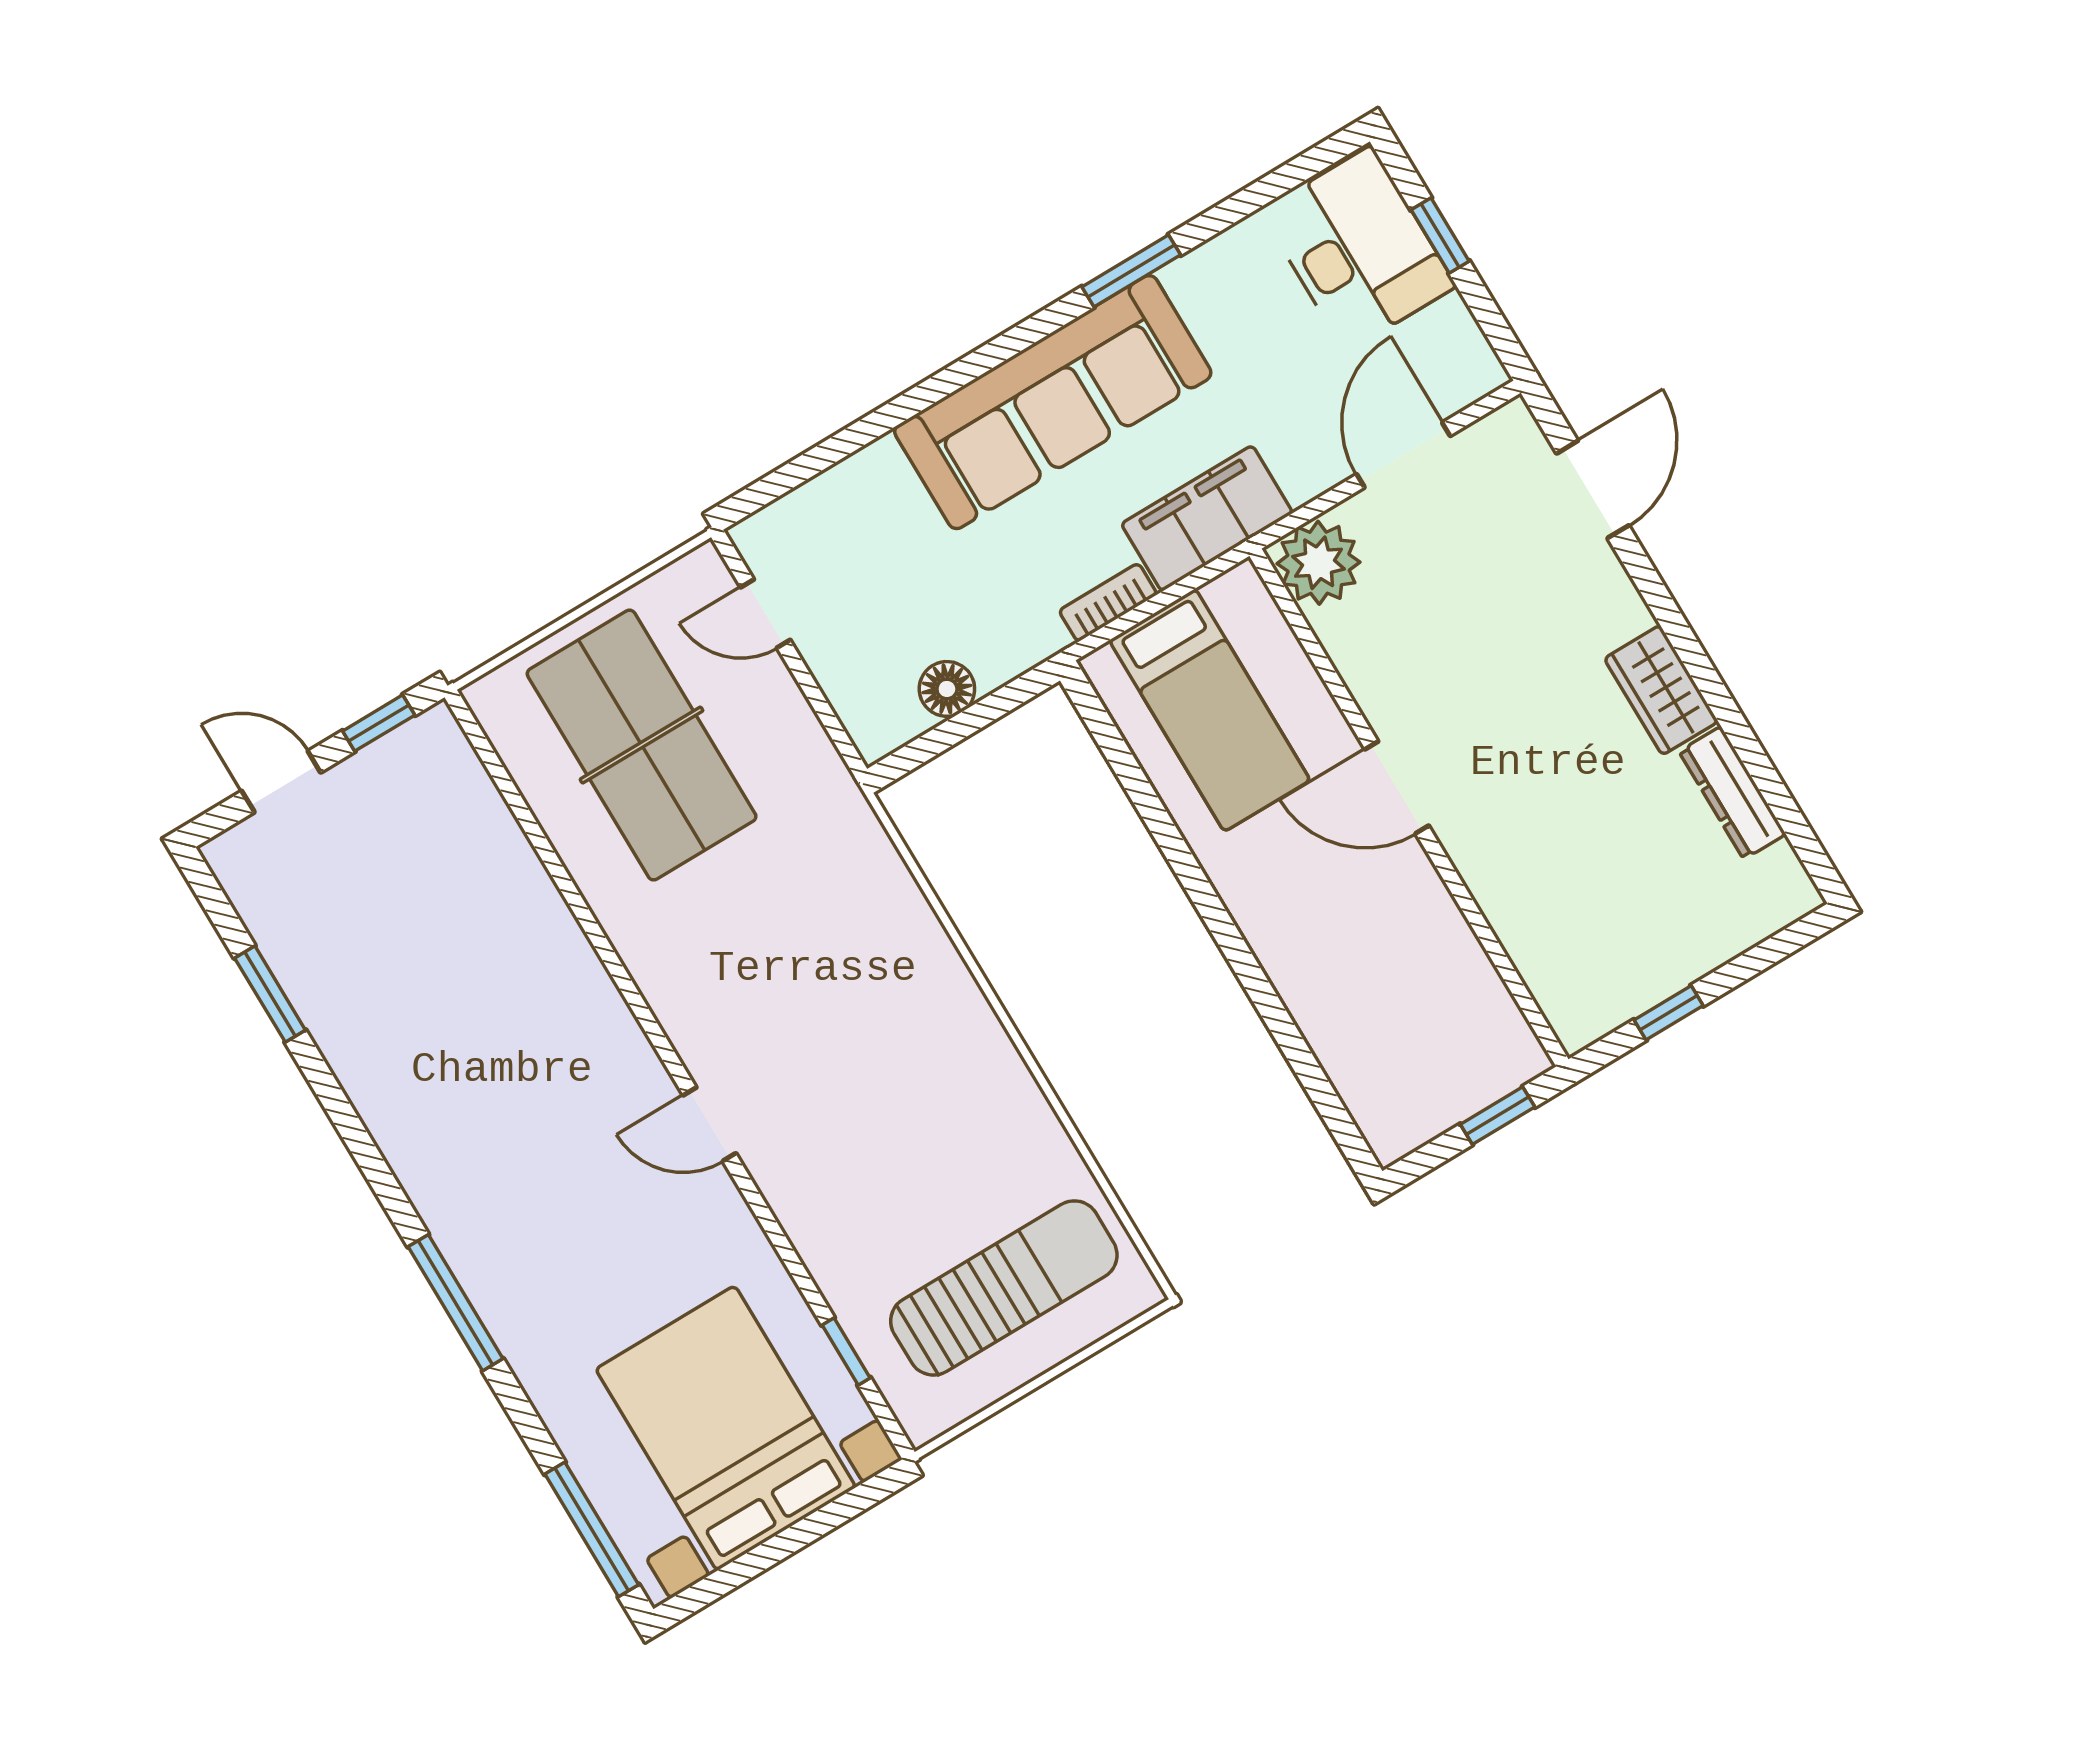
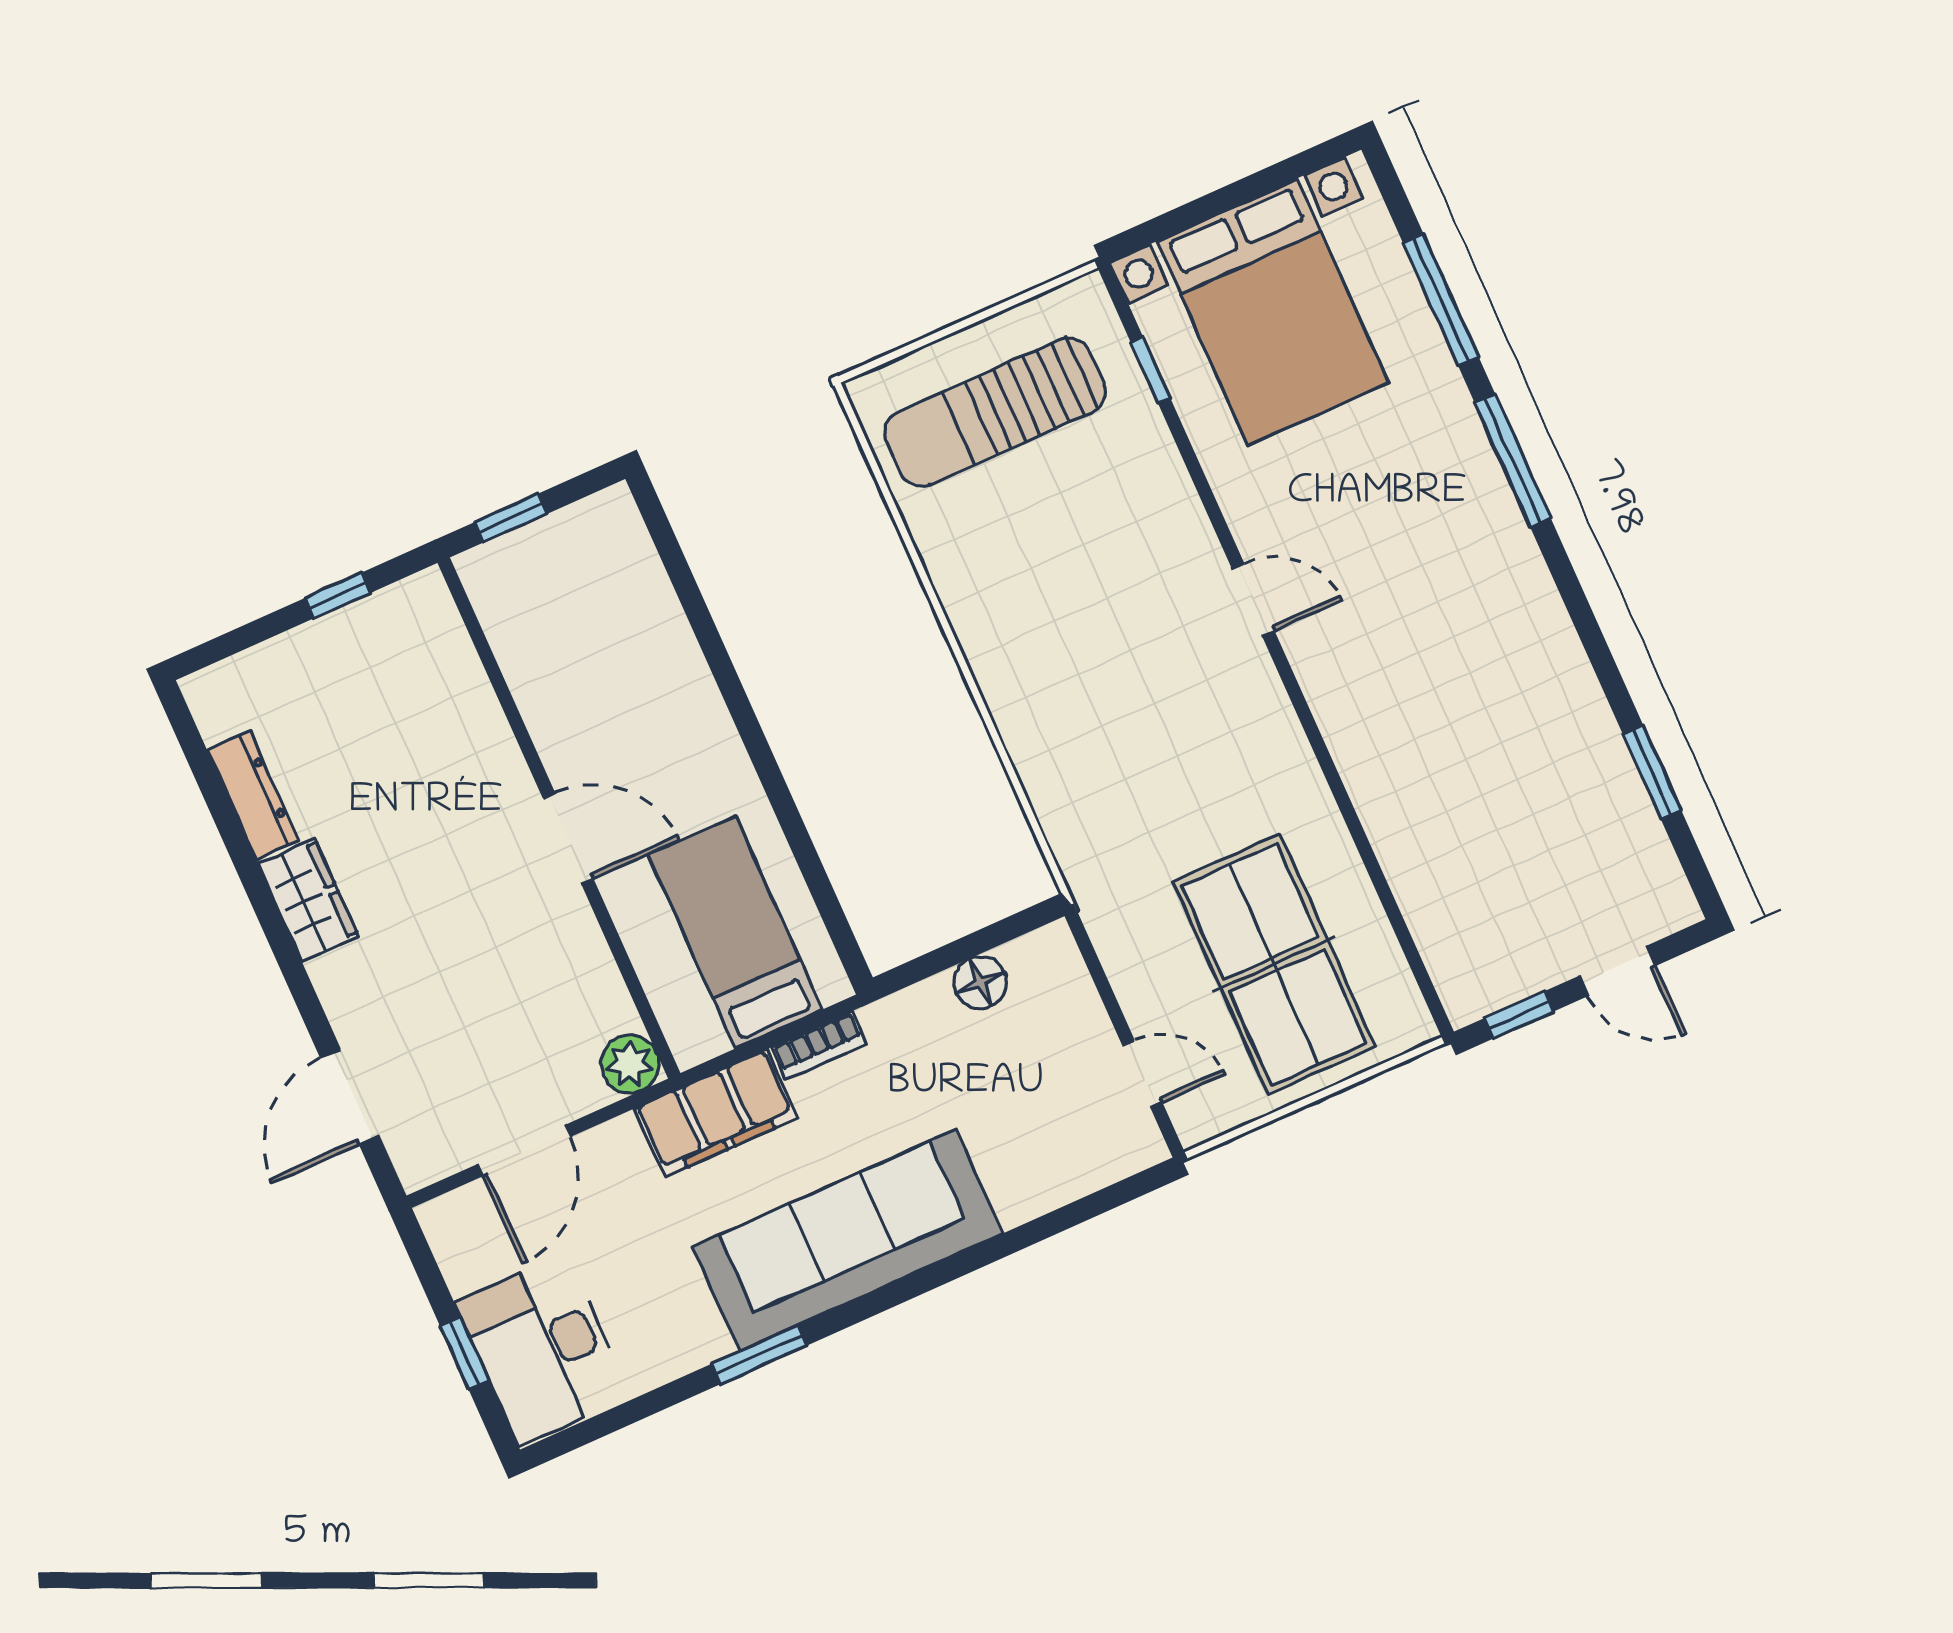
plant: (1319, 563) -> (630, 1064), width x0.73, depth x0.73
window: (592, 1529) -> (1441, 300), moved

